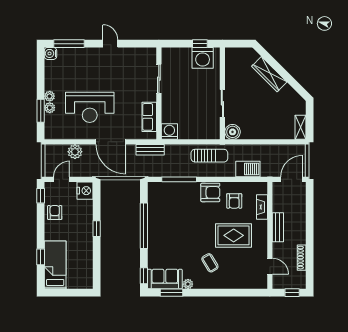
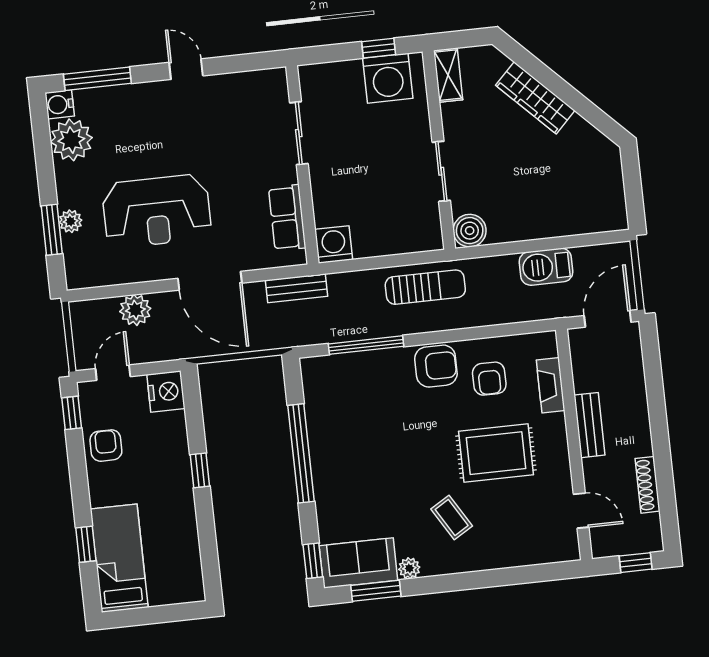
plant: (50, 96) -> (71, 140), moved, width x1.88, depth x1.88
shelving: (300, 127) -> (448, 75), moved
barbecue: (248, 169) -> (546, 267), moved, turned 180

